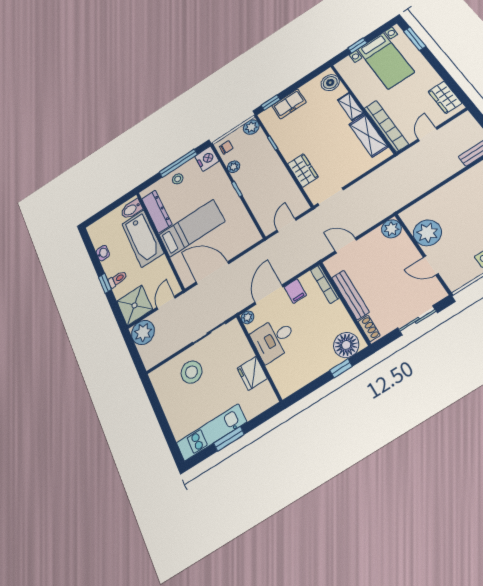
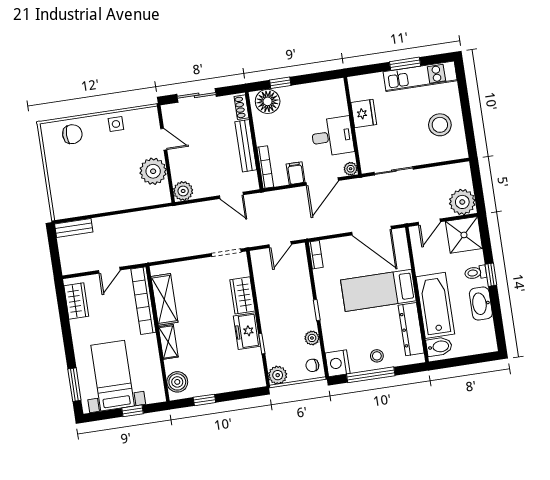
window: (271, 102) -> (204, 400), moved
freezer: (289, 104) -> (247, 331), moved, turned -90
bookcase: (253, 231) -> (316, 255), added
washbasin: (103, 253) -> (481, 304), width x1.91, depth x1.45
stool: (191, 372) -> (440, 125), moved

